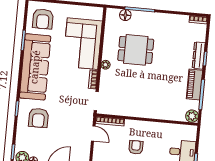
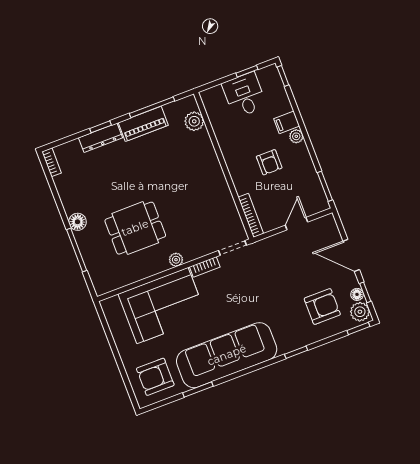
floor lamp: (125, 15) -> (78, 222), moved
armchair: (43, 19) -> (155, 377), turned 180
dining table: (136, 50) -> (135, 228), turned 90
plant: (192, 116) -> (194, 121), moved
armchair: (38, 118) -> (322, 307), moved
door: (93, 133) -> (296, 224), moved
armchair: (136, 147) -> (269, 162), turned -90

